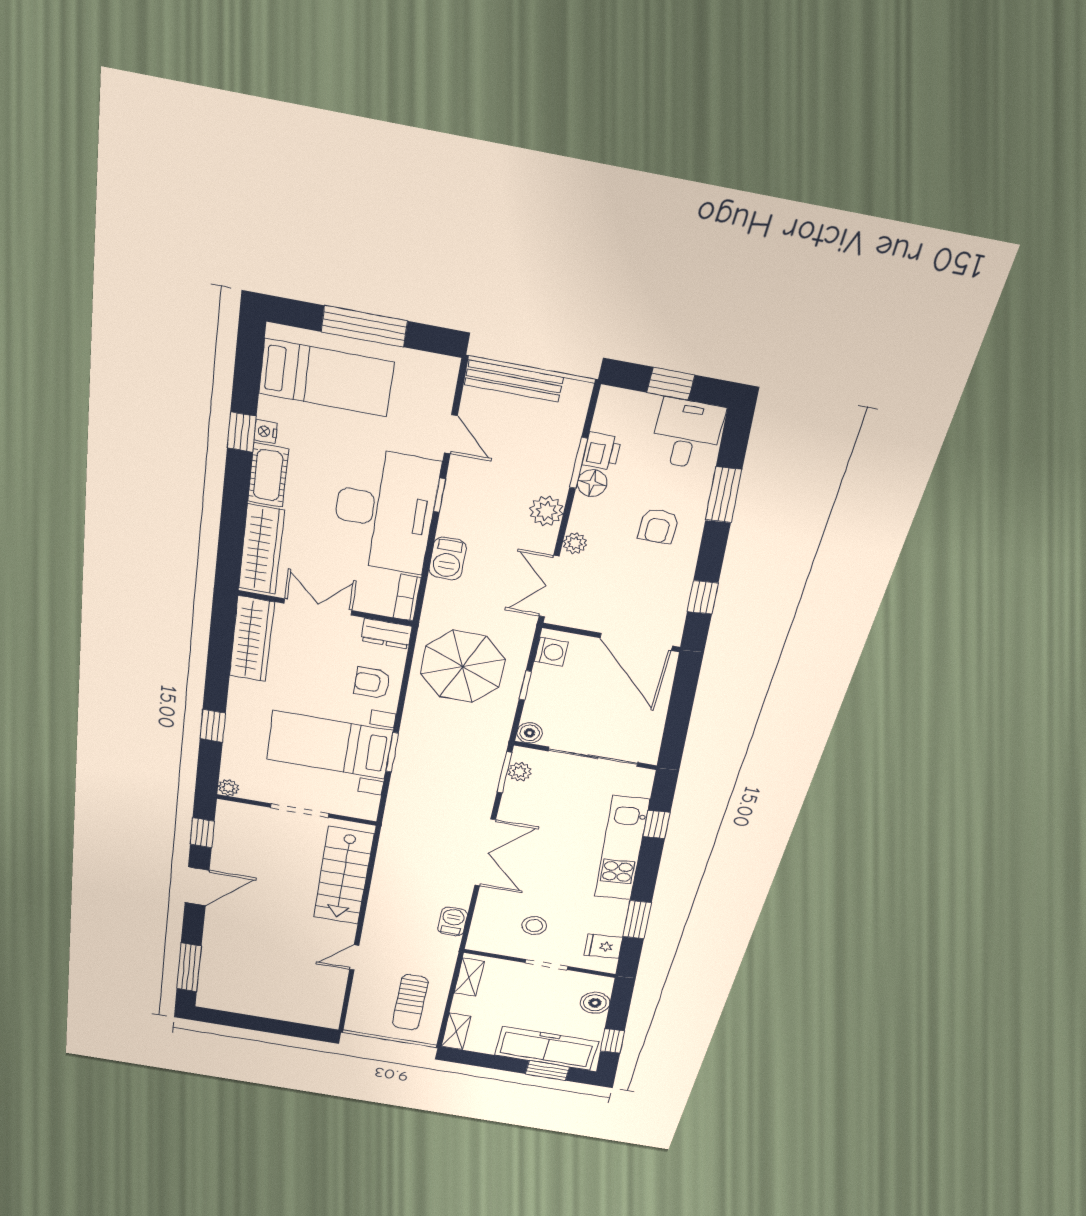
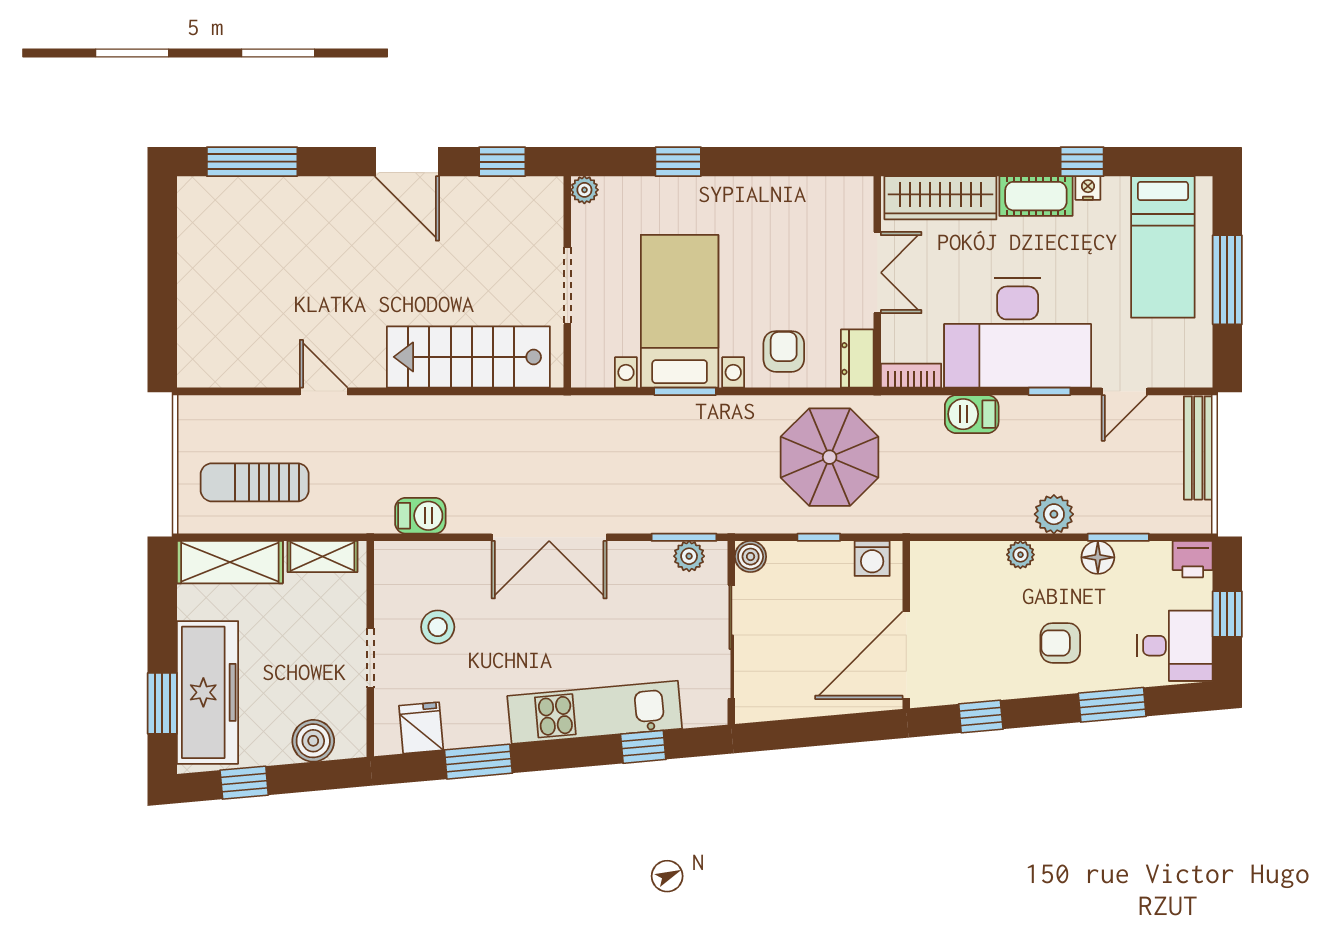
printer: (602, 451) -> (1193, 559), moved
double door: (549, 586) -> (959, 537), removed
wardrobe: (252, 639) -> (816, 198), removed
shelving: (456, 1031) -> (230, 562), width x1.50, depth x1.33

